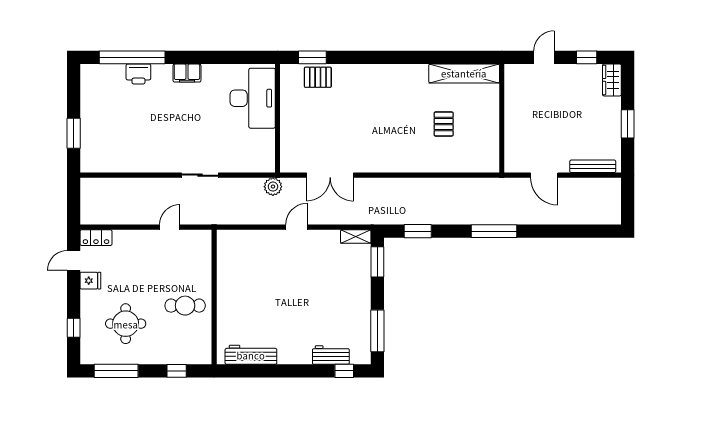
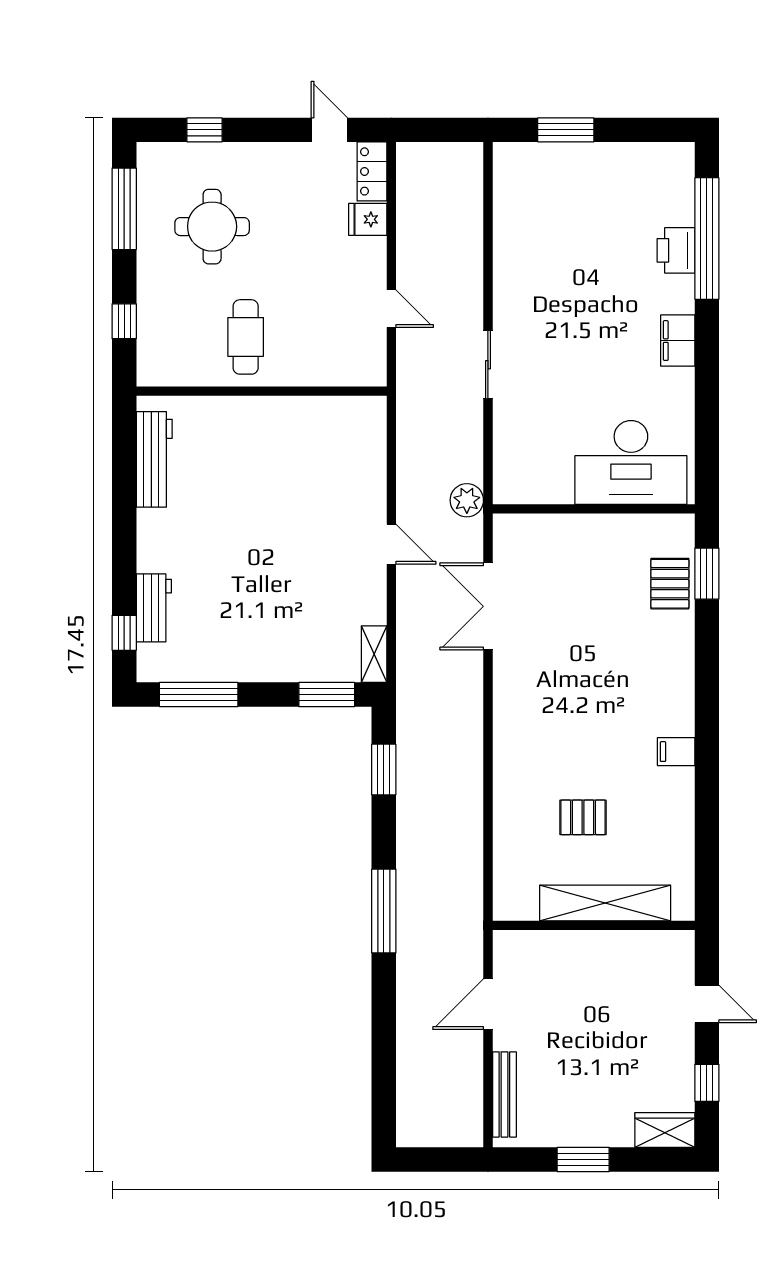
shelving: (464, 73) -> (605, 903), moved, turned 90
filing cabinet: (408, 74) -> (676, 752), added
fridge: (90, 281) -> (368, 219), moved, turned 90

